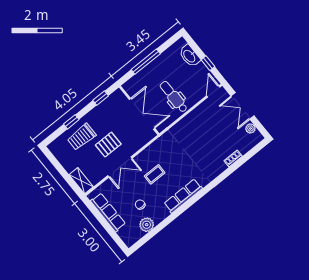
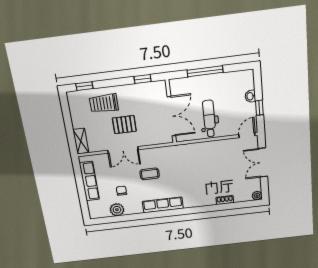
washbasin: (190, 56) -> (250, 96), width x0.52, depth x0.69
window: (71, 122) -> (84, 86), moved
plant: (250, 128) -> (257, 196), moved

